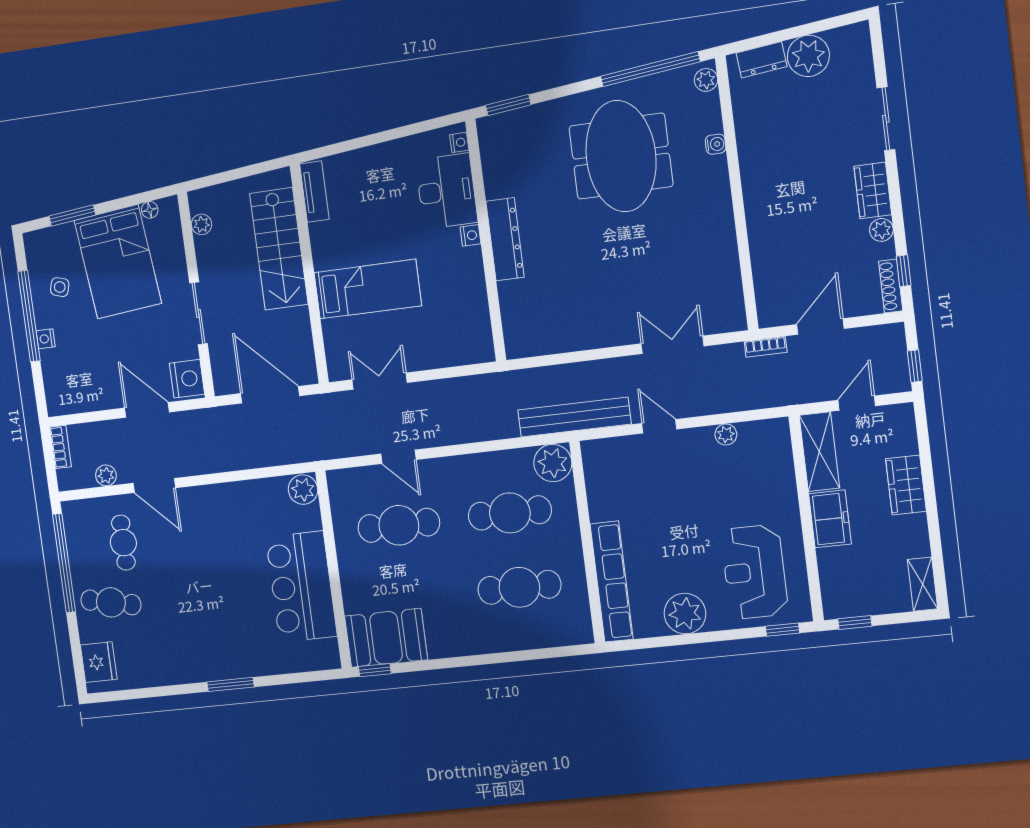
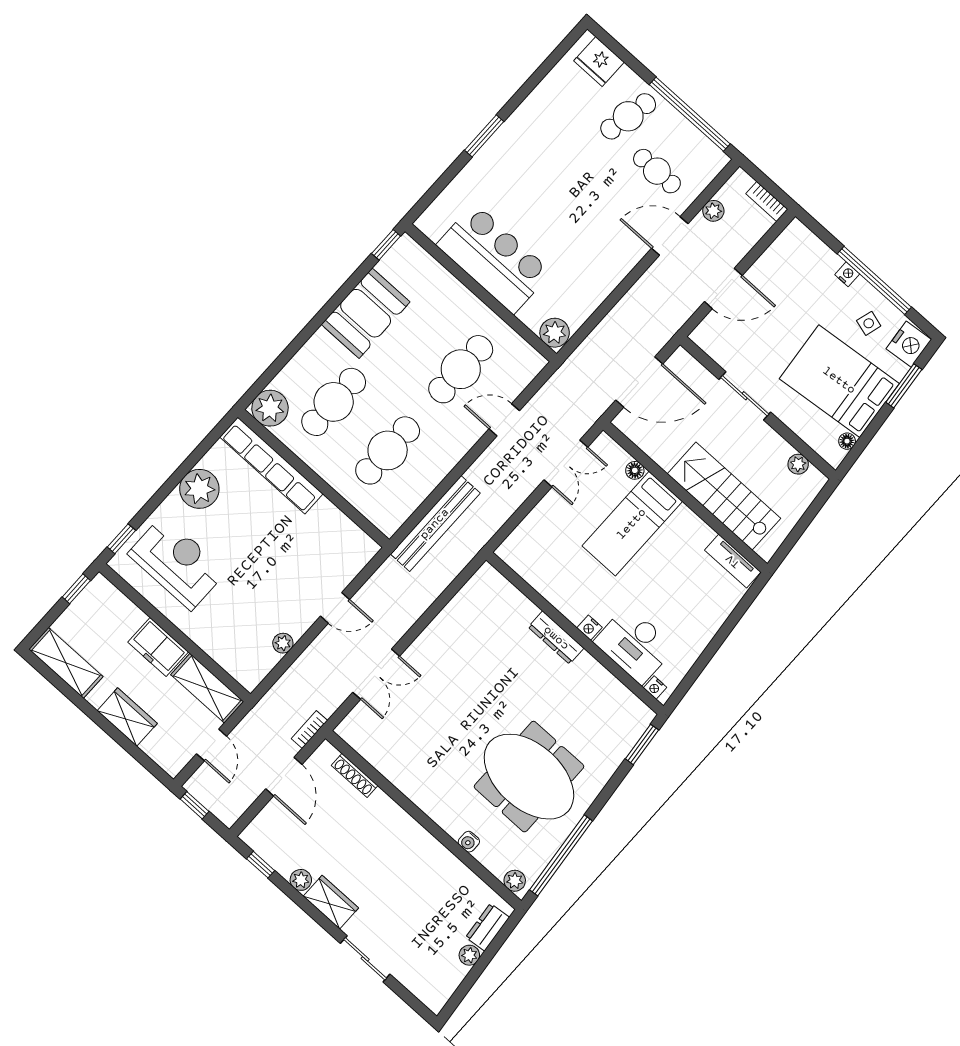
plant: (808, 56) -> (469, 955), width x0.53, depth x0.53
dresser: (505, 239) -> (556, 638), width x0.73, depth x0.80
shoe rack: (891, 286) -> (355, 775), moved, turned 180
floor lamp: (331, 329) -> (635, 470), added
nightstand: (187, 379) -> (909, 344), moved, turned -96
bench: (574, 417) -> (435, 524), moved
plant: (553, 463) -> (270, 408), moved
shelving: (923, 584) -> (66, 663), width x1.50, depth x1.33
booth: (386, 638) -> (366, 313), moved

